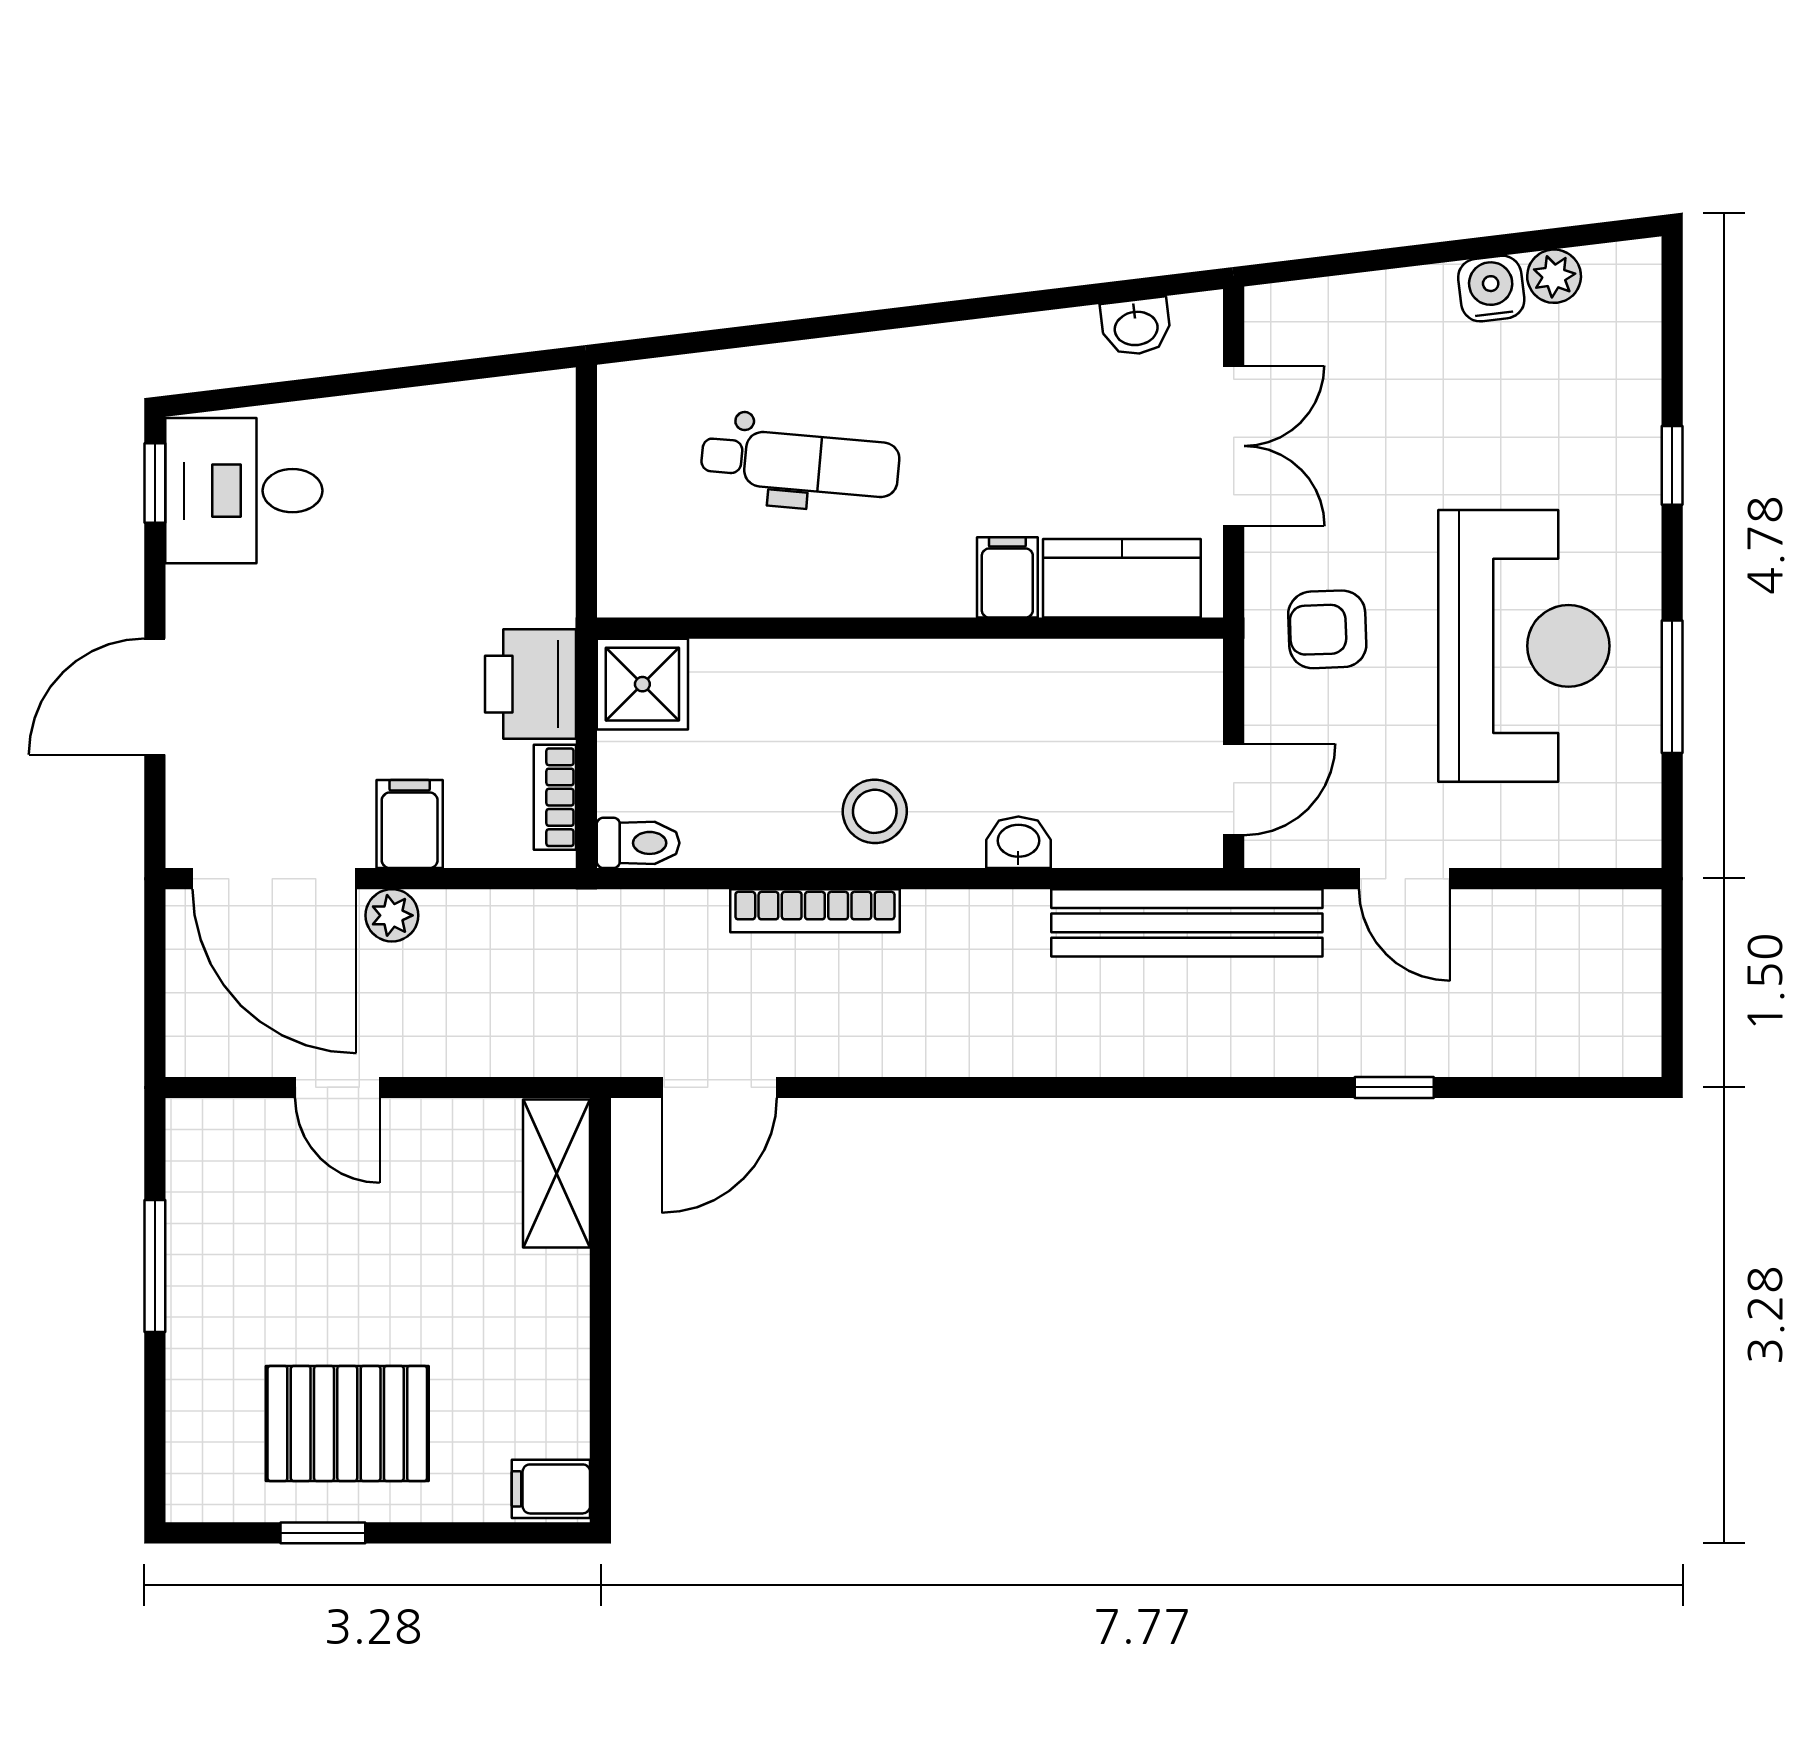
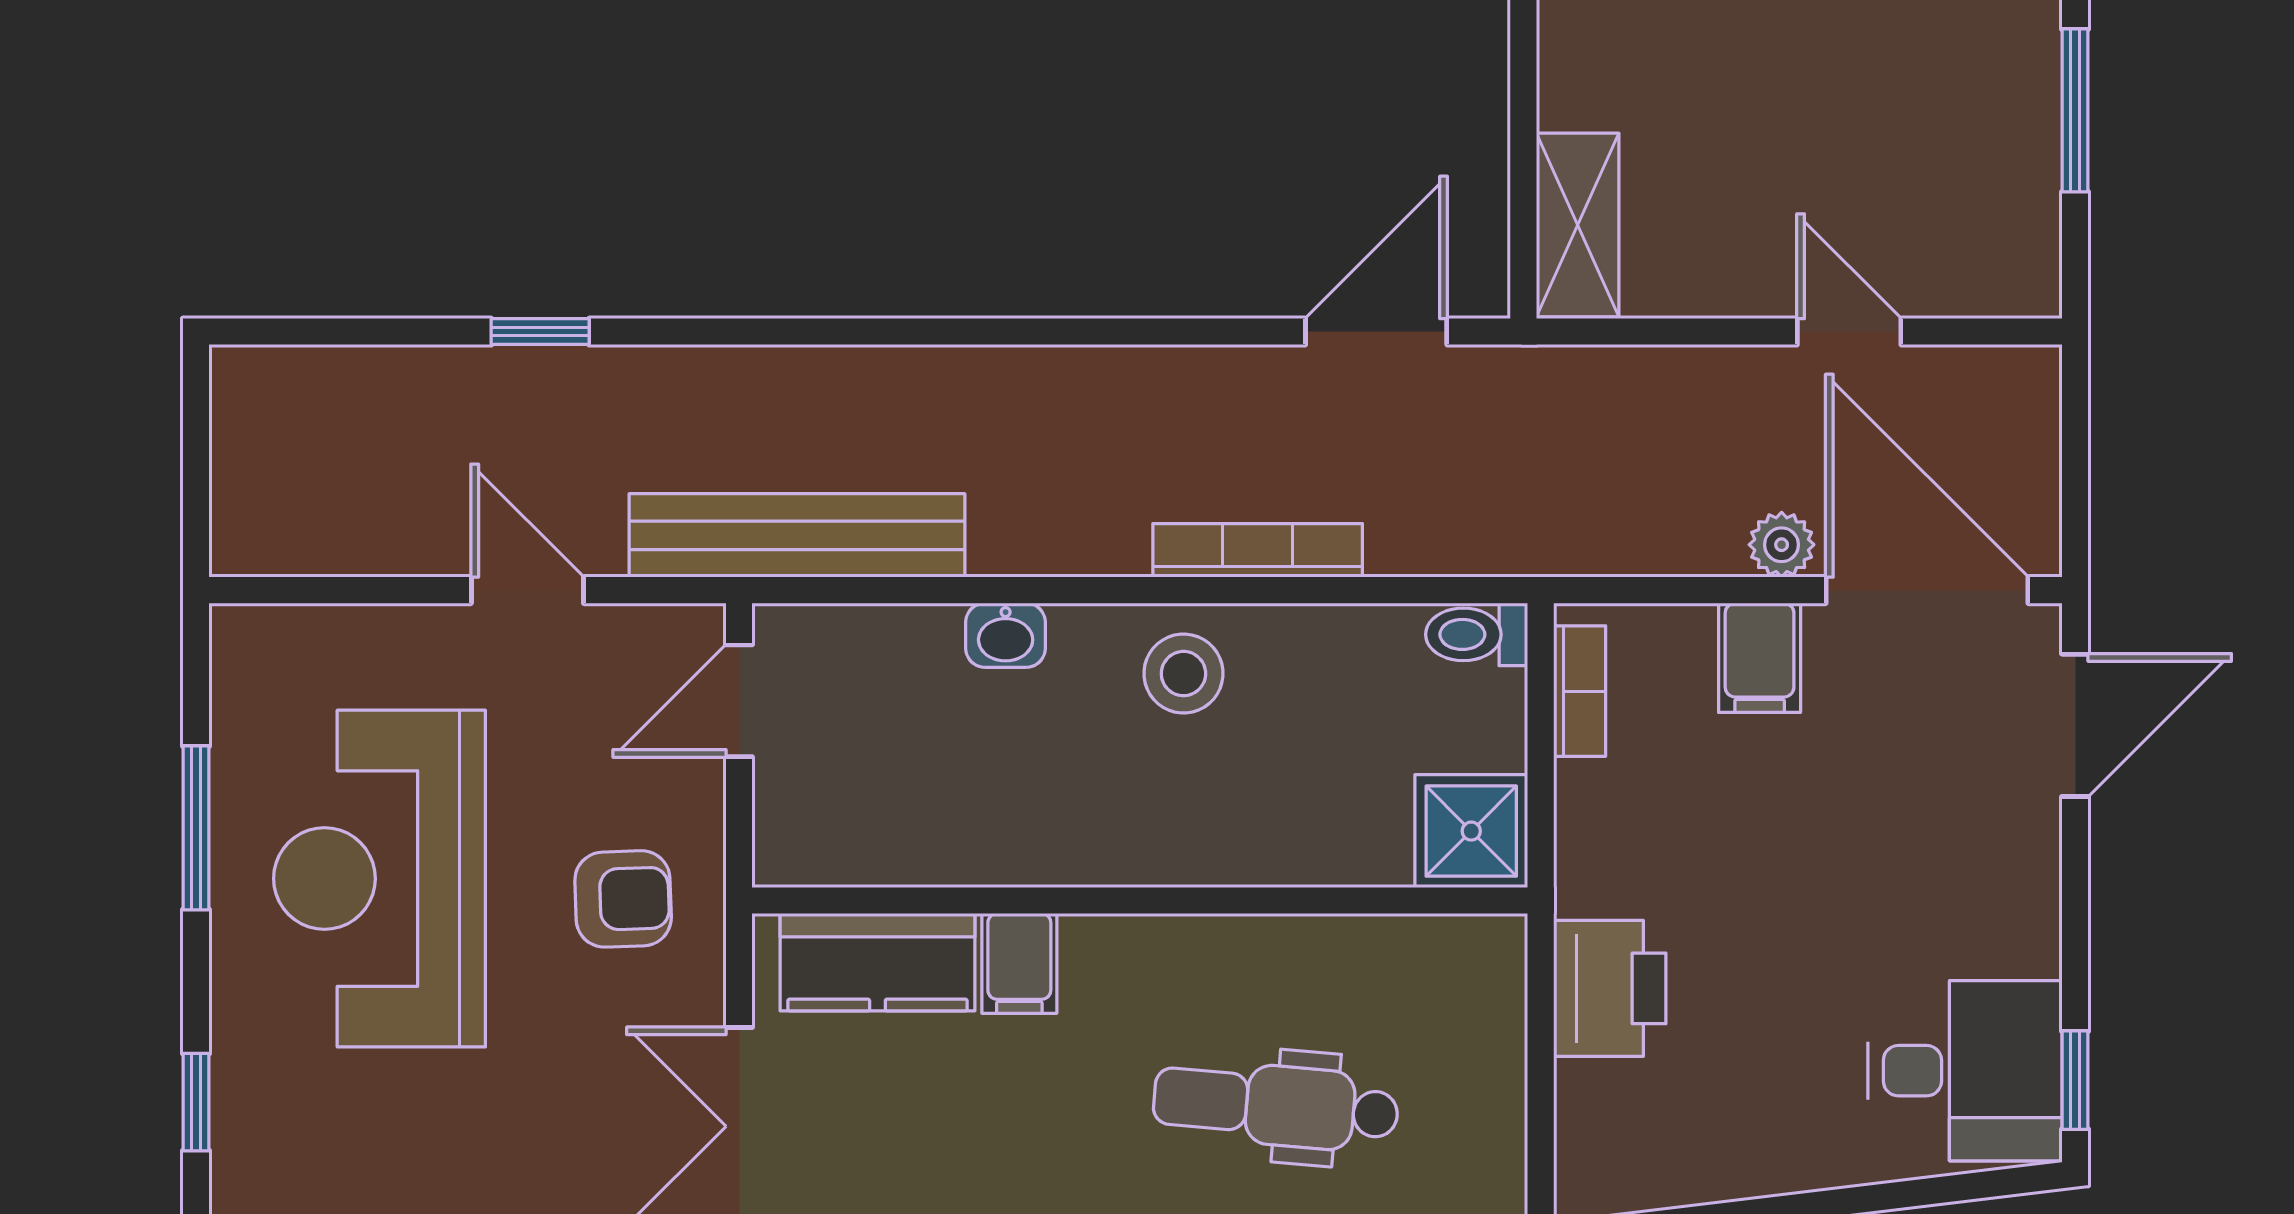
printer: (531, 684) -> (1610, 988), moved
door: (155, 697) -> (2075, 725), moved

